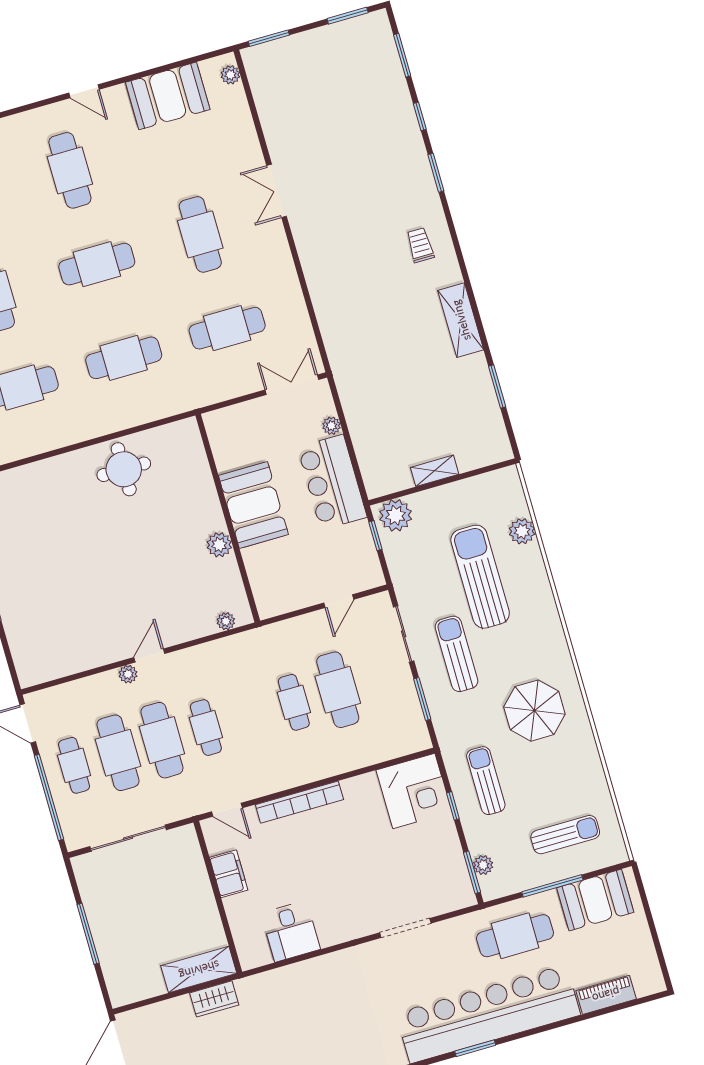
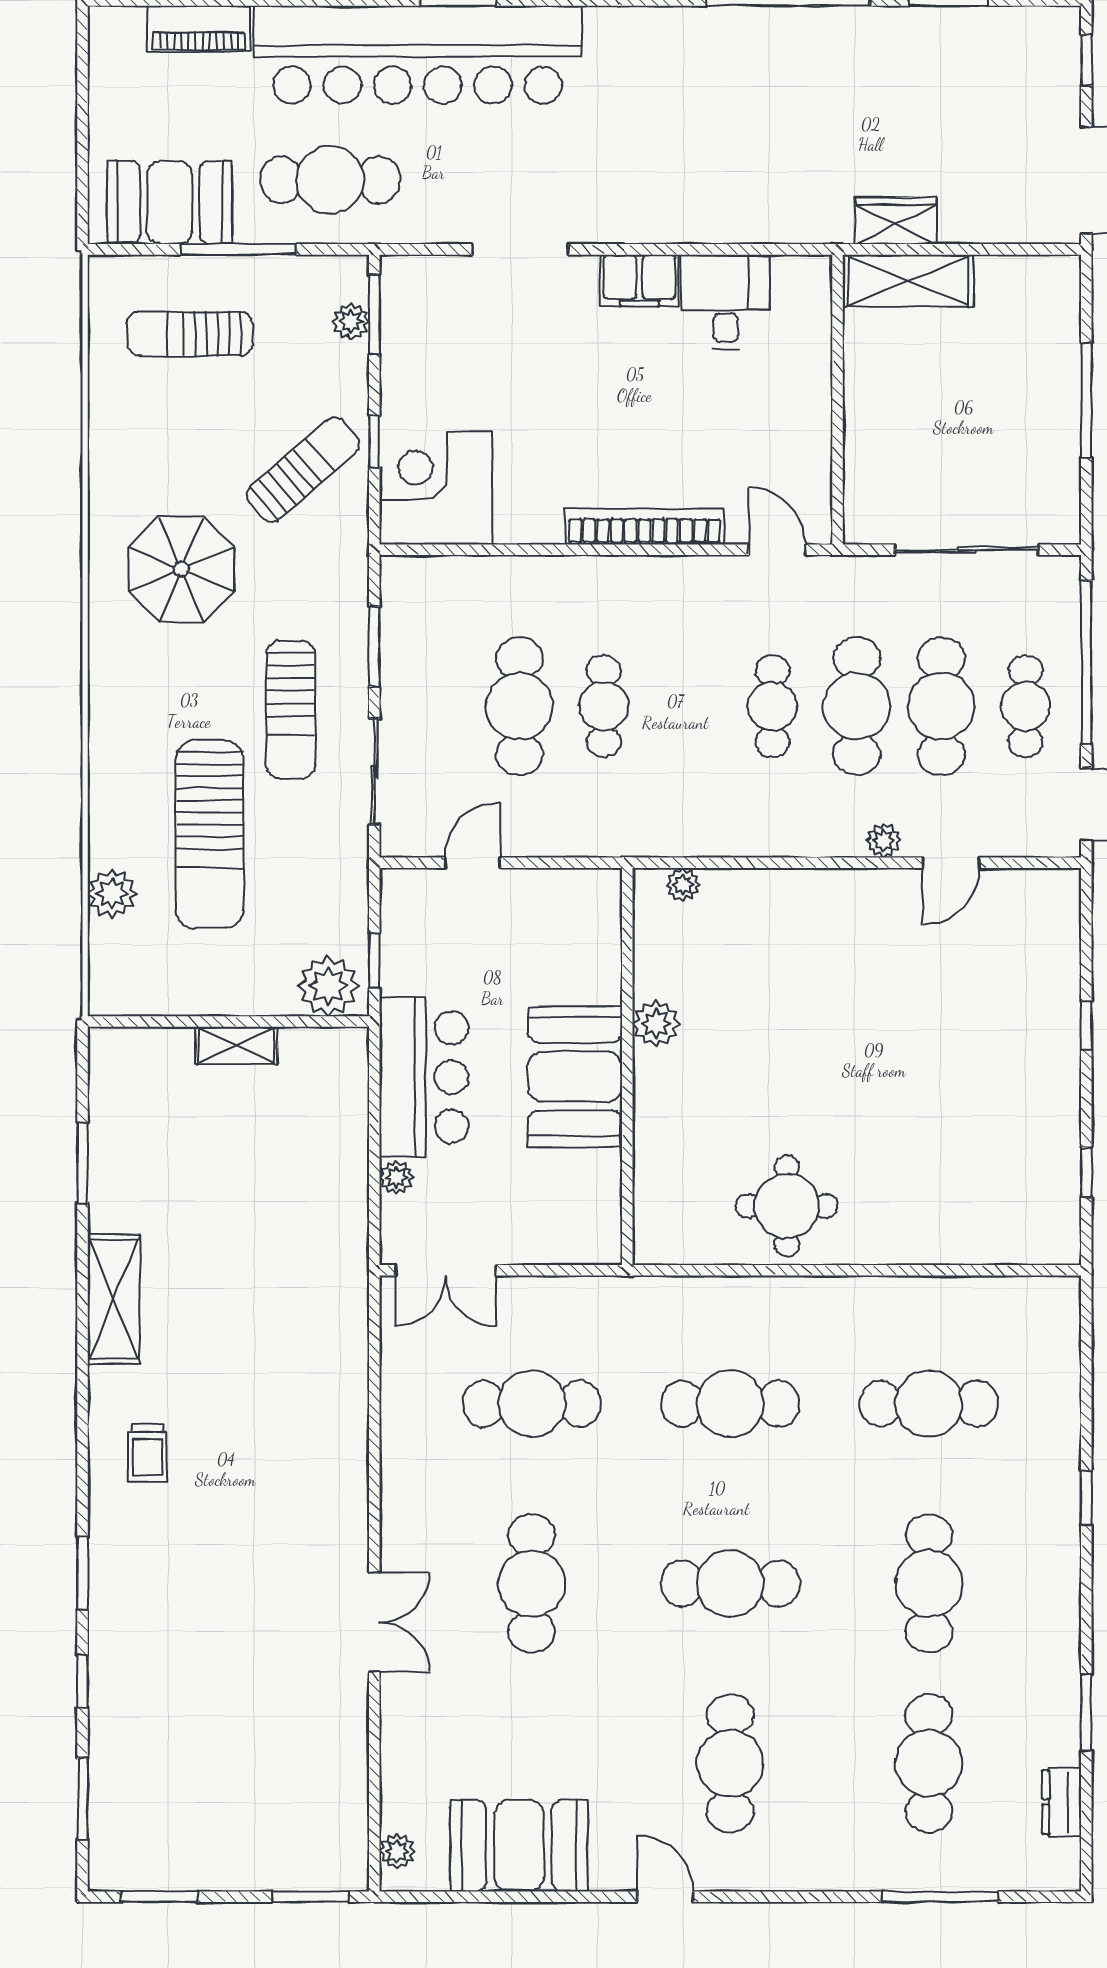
door: (149, 655) -> (951, 863), moved
sun lounger: (486, 781) -> (303, 470), turned -131
filing cabinet: (229, 874) -> (639, 280), moved, turned -90

